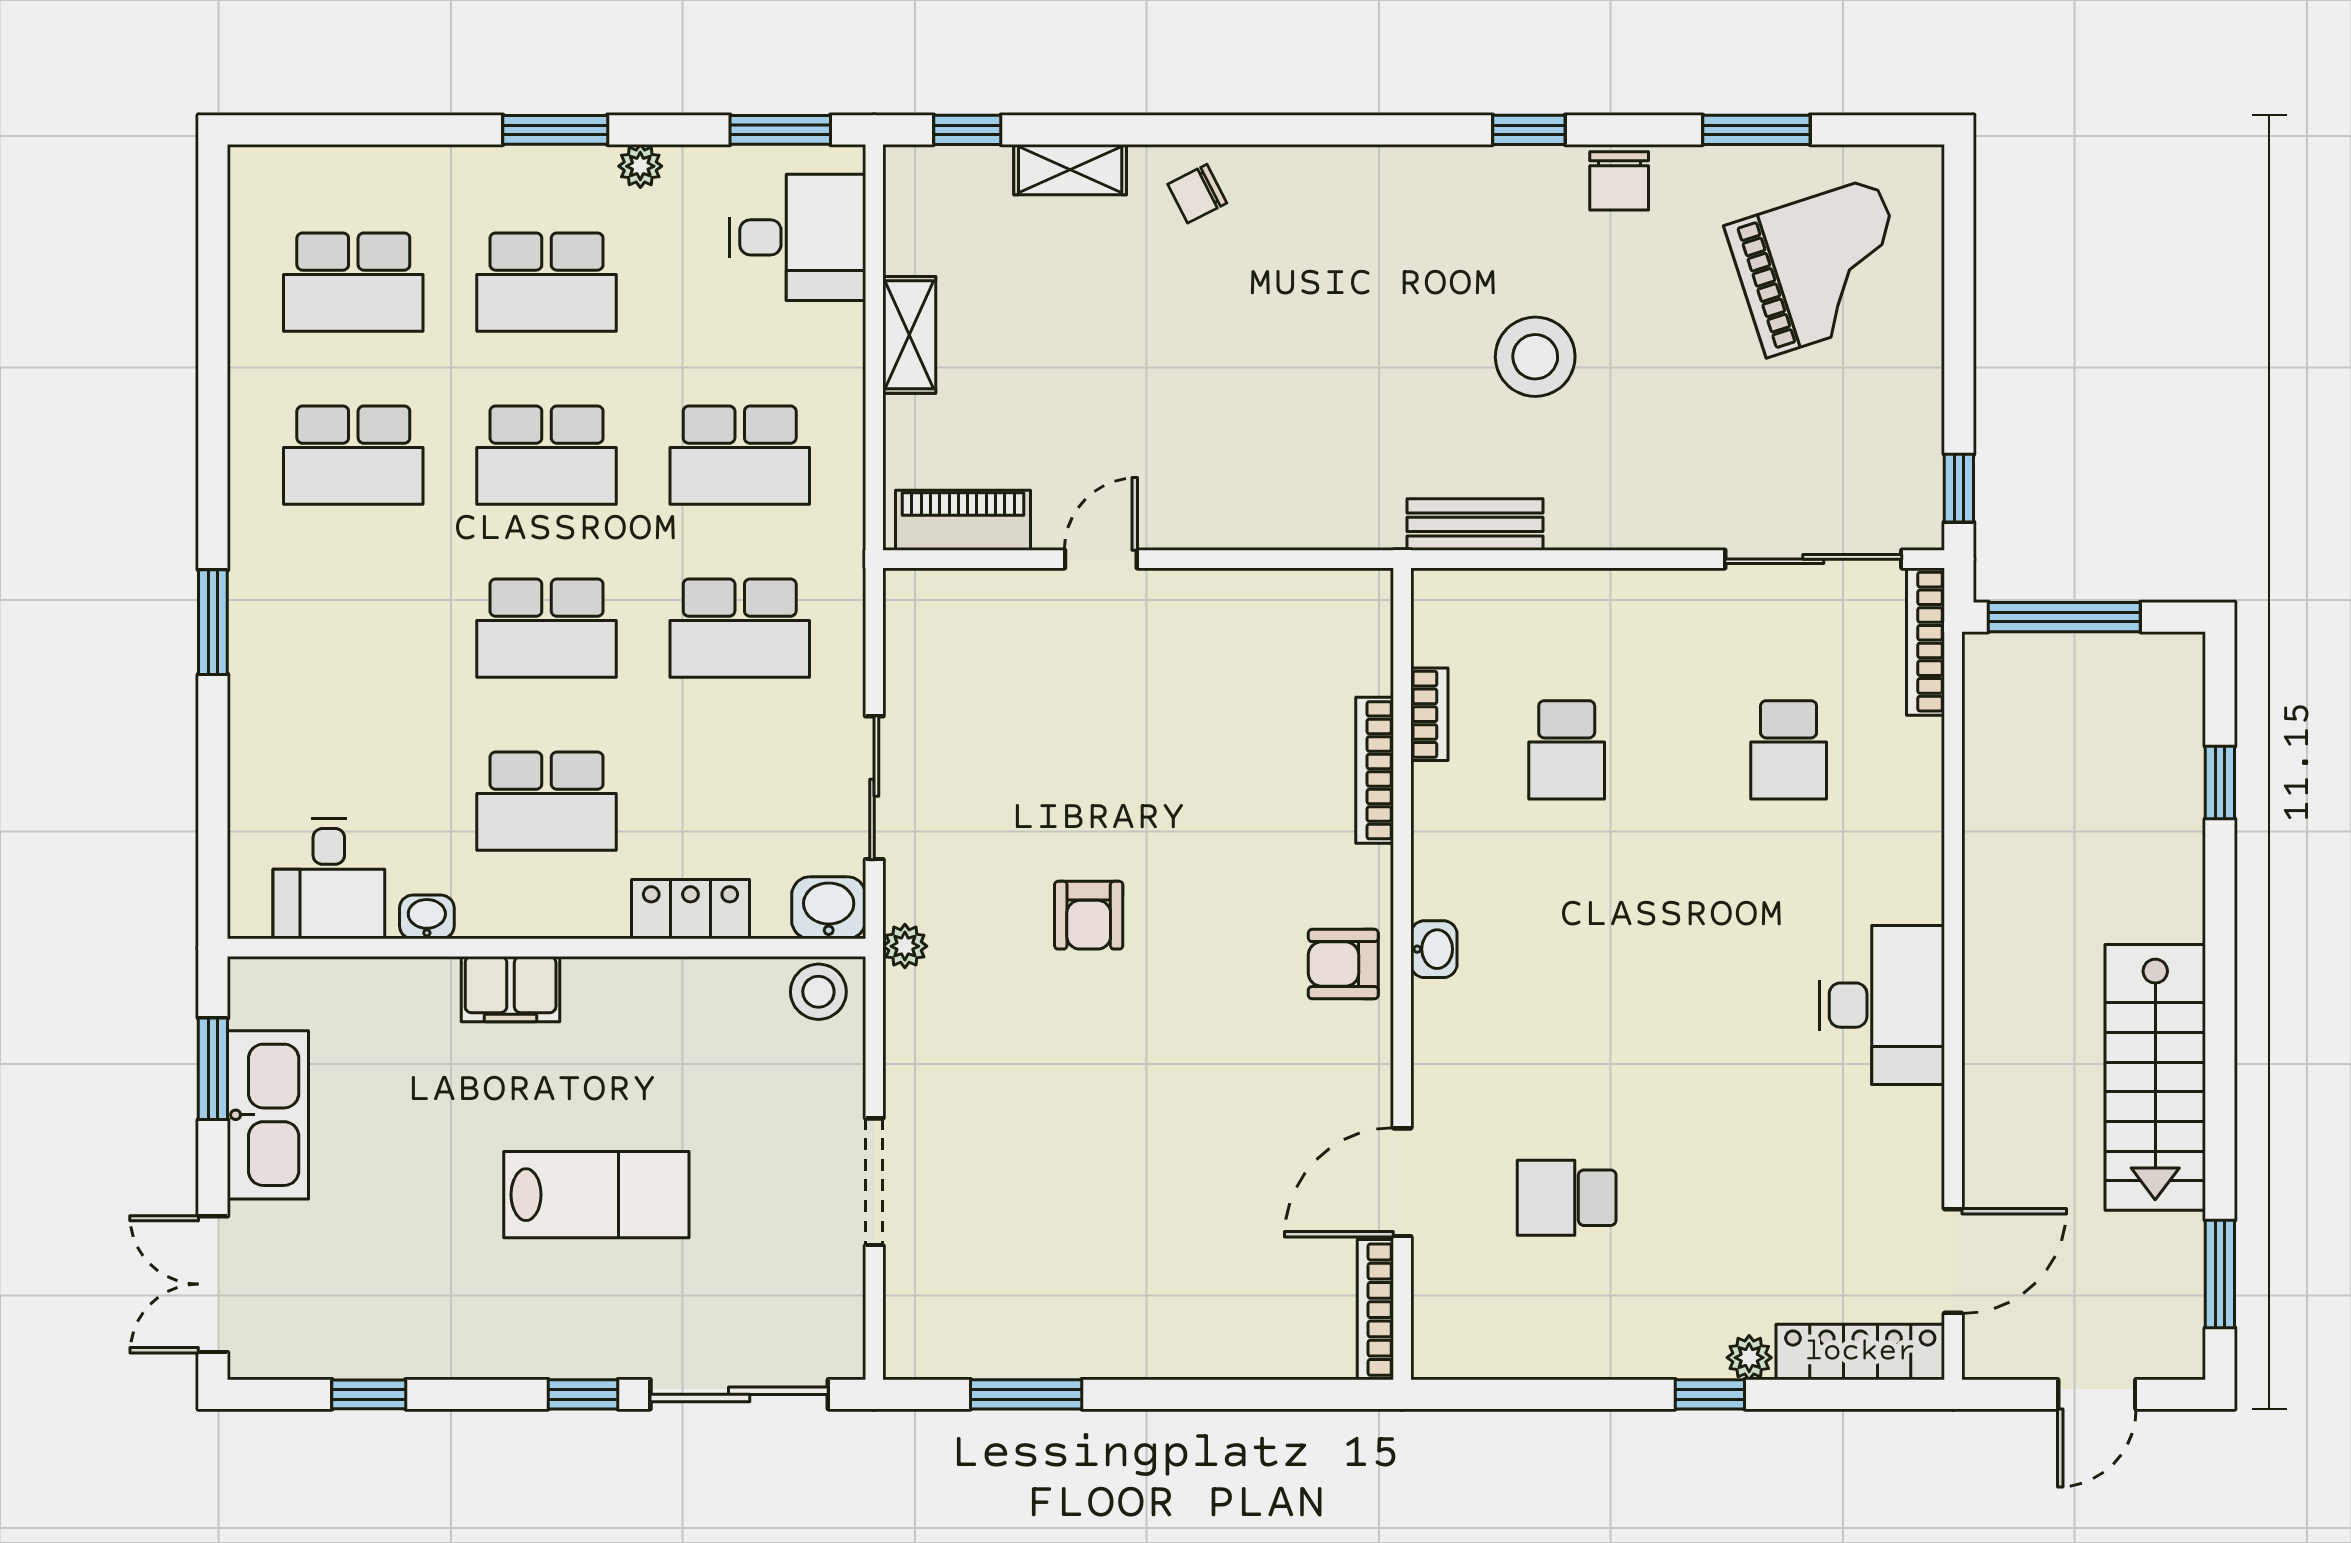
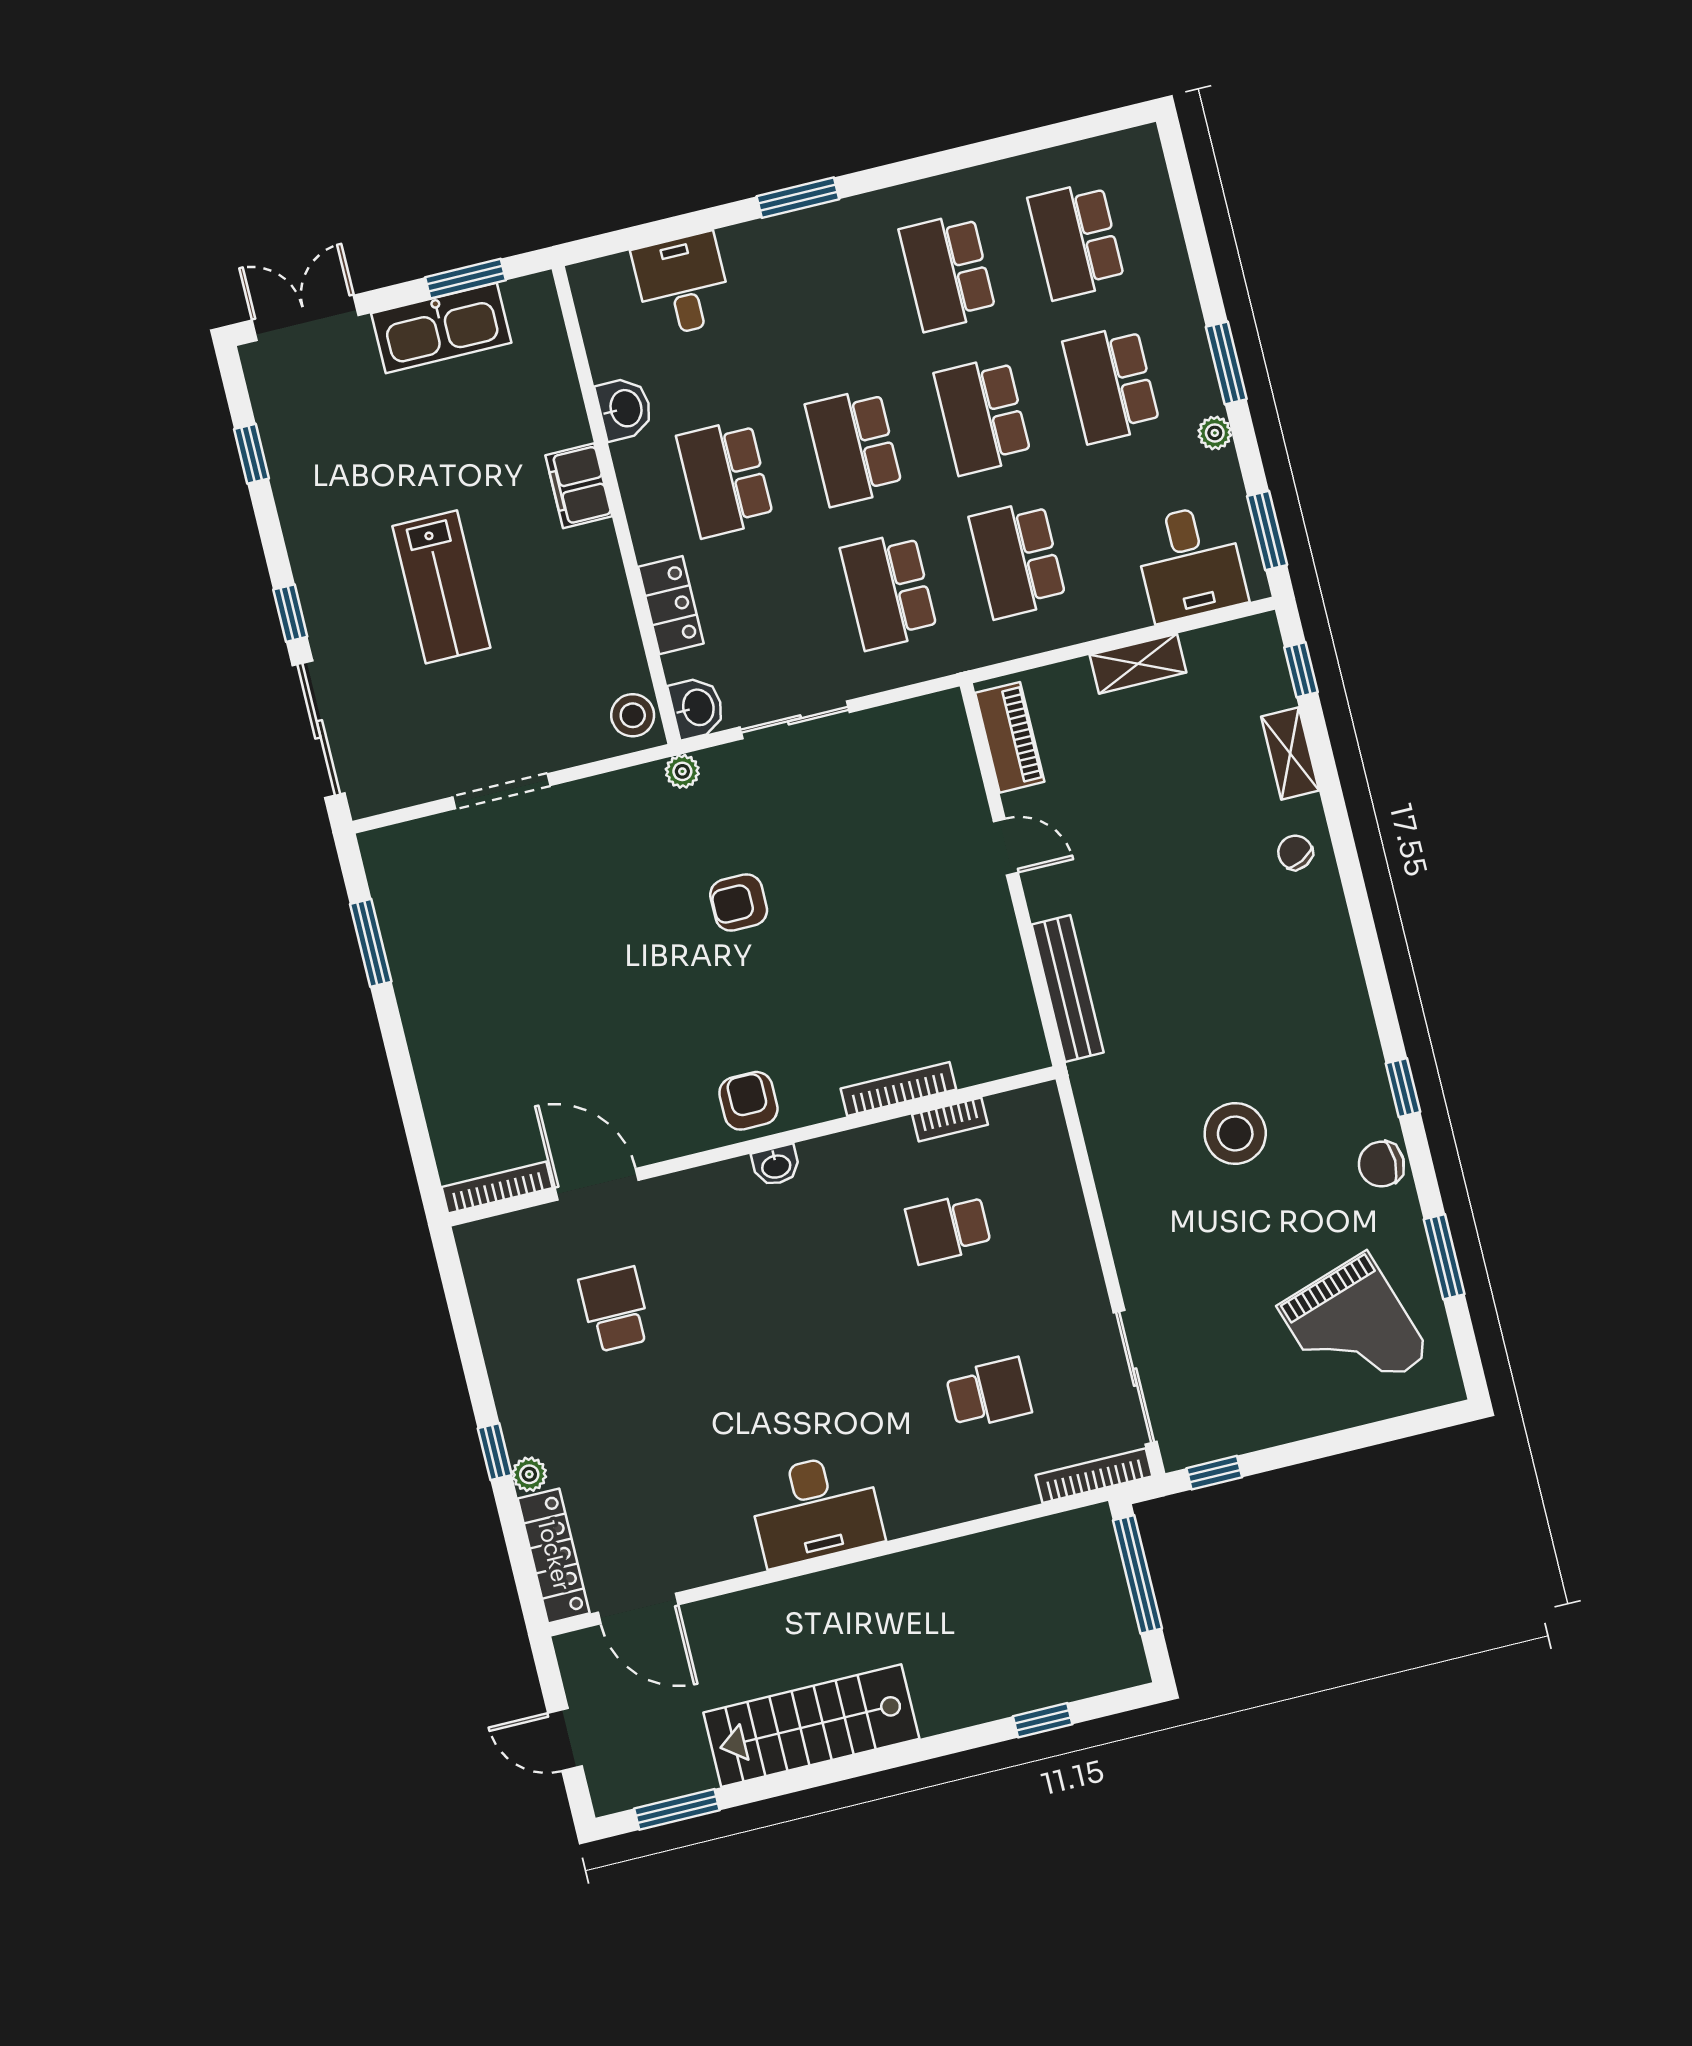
bench: (1475, 524) -> (1068, 989), moved, width x1.36
school desk: (1789, 750) -> (989, 1393), turned 180
desk: (329, 879) -> (682, 285), moved, turned 90
washbasin: (427, 917) -> (625, 409), width x1.38, depth x1.45

